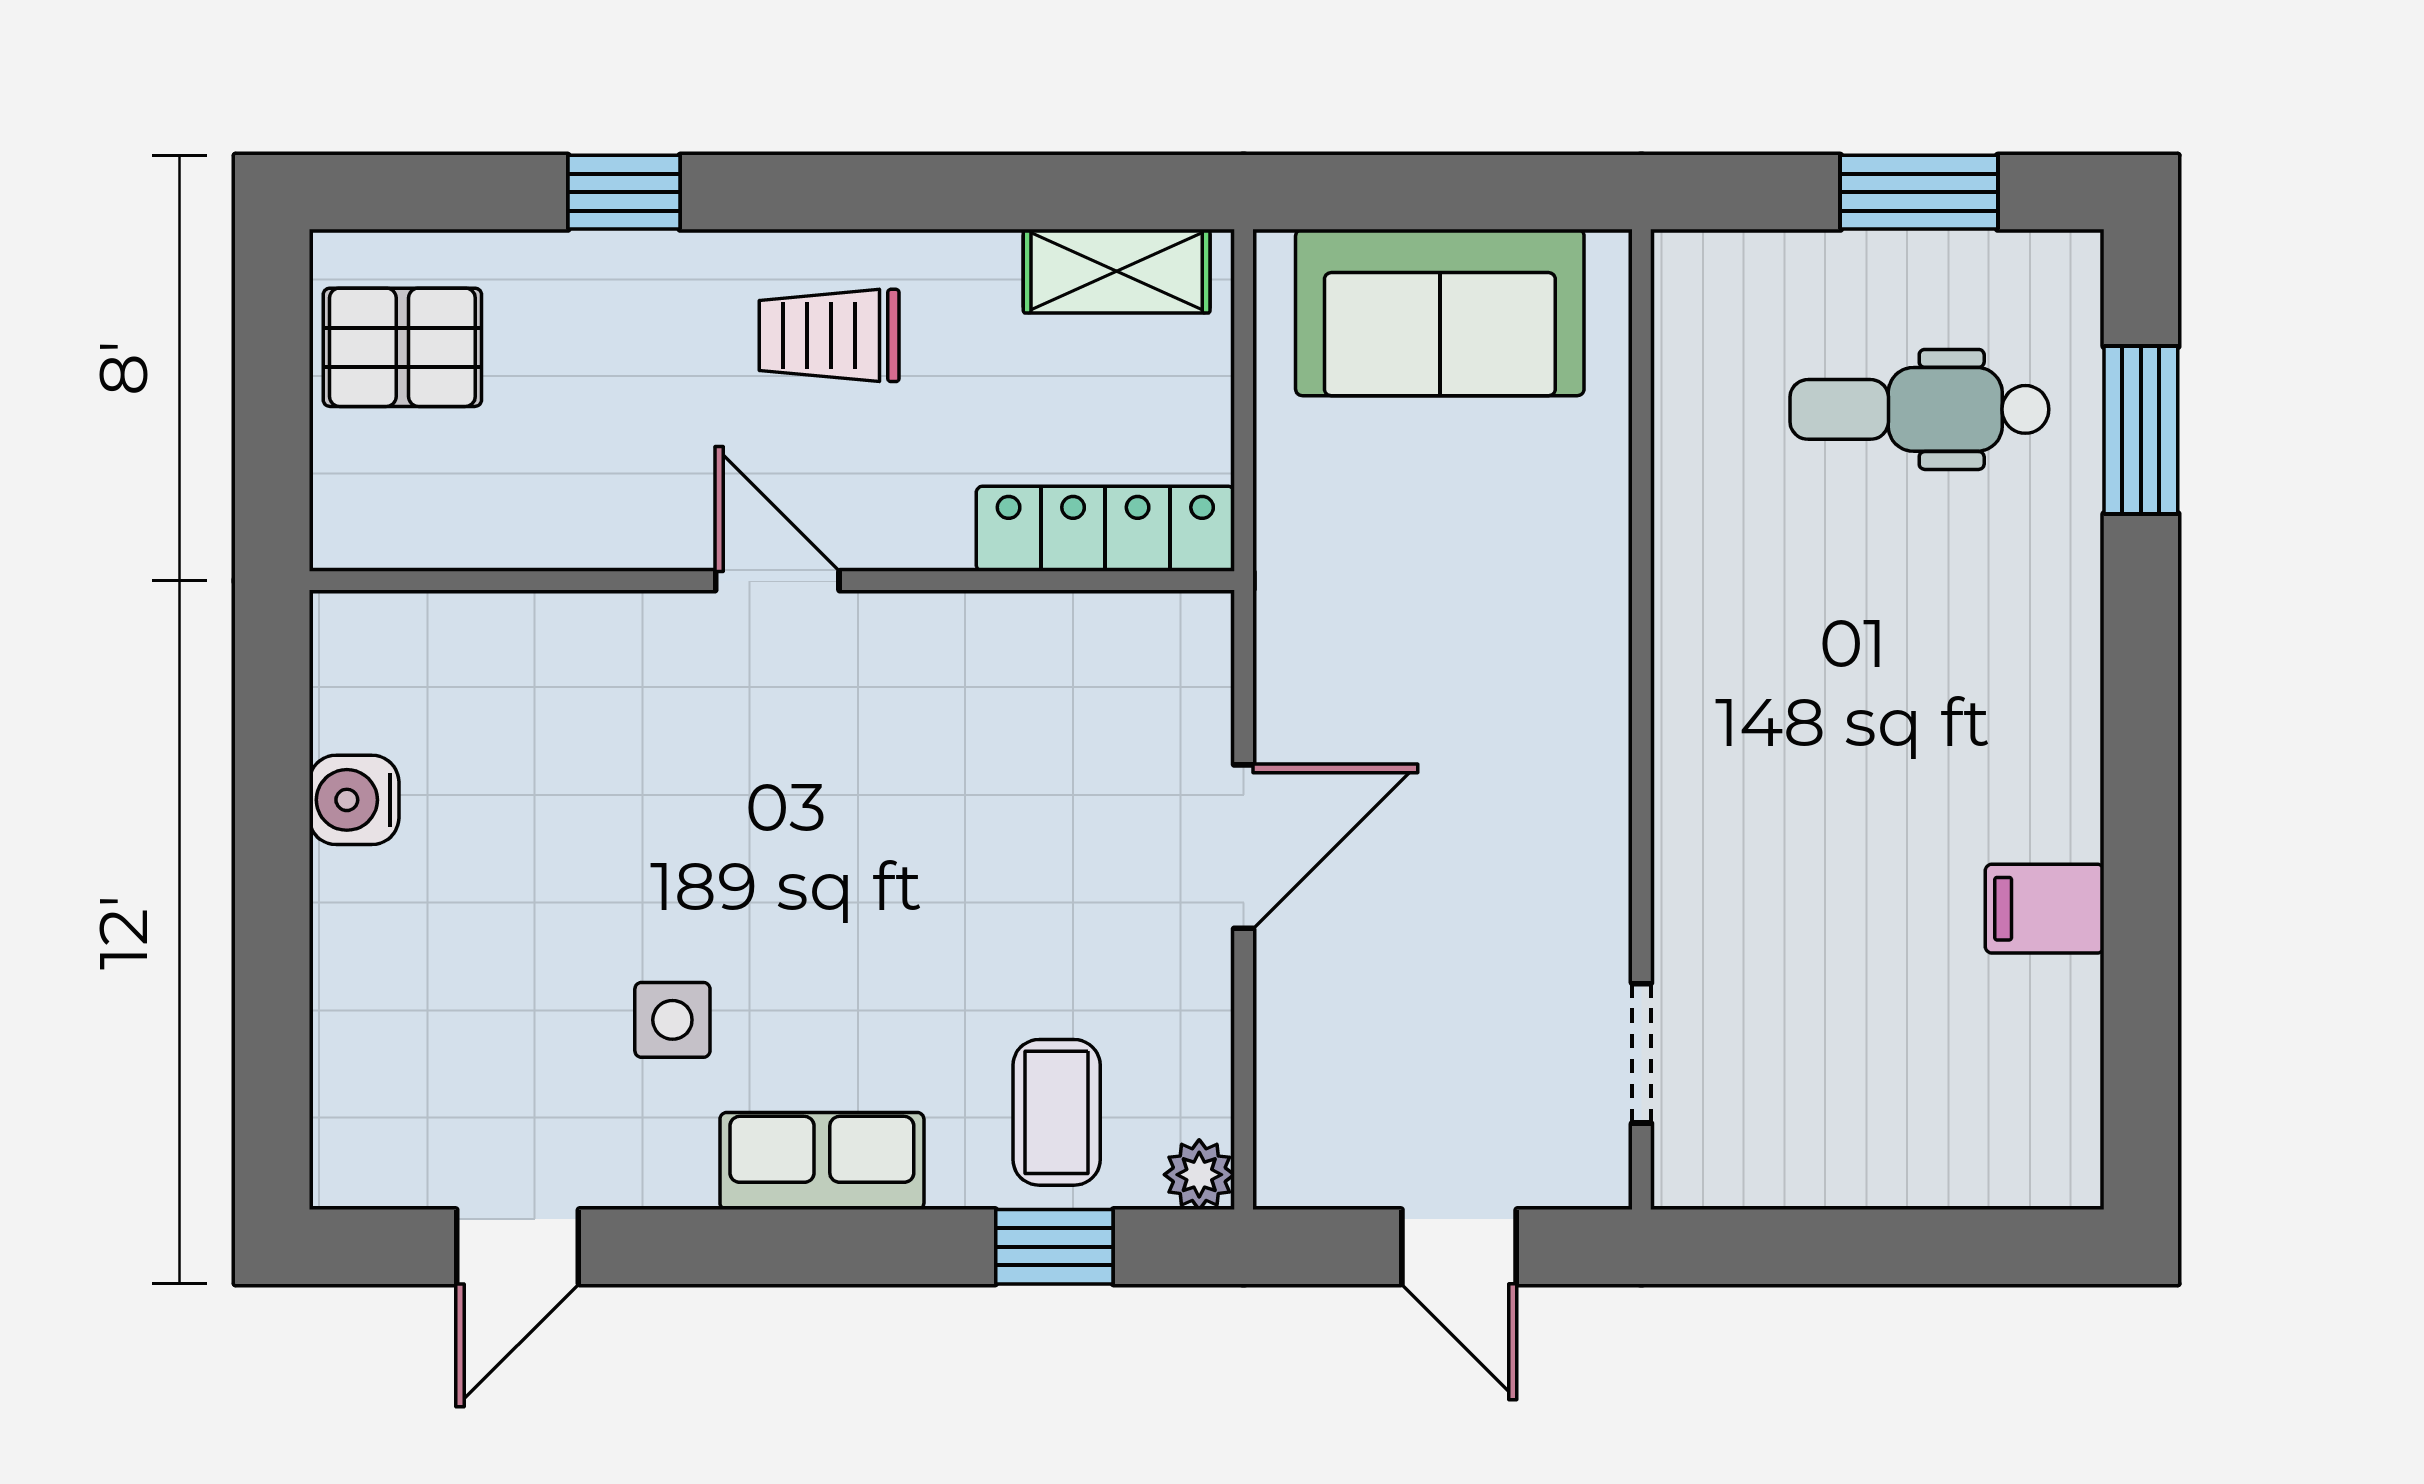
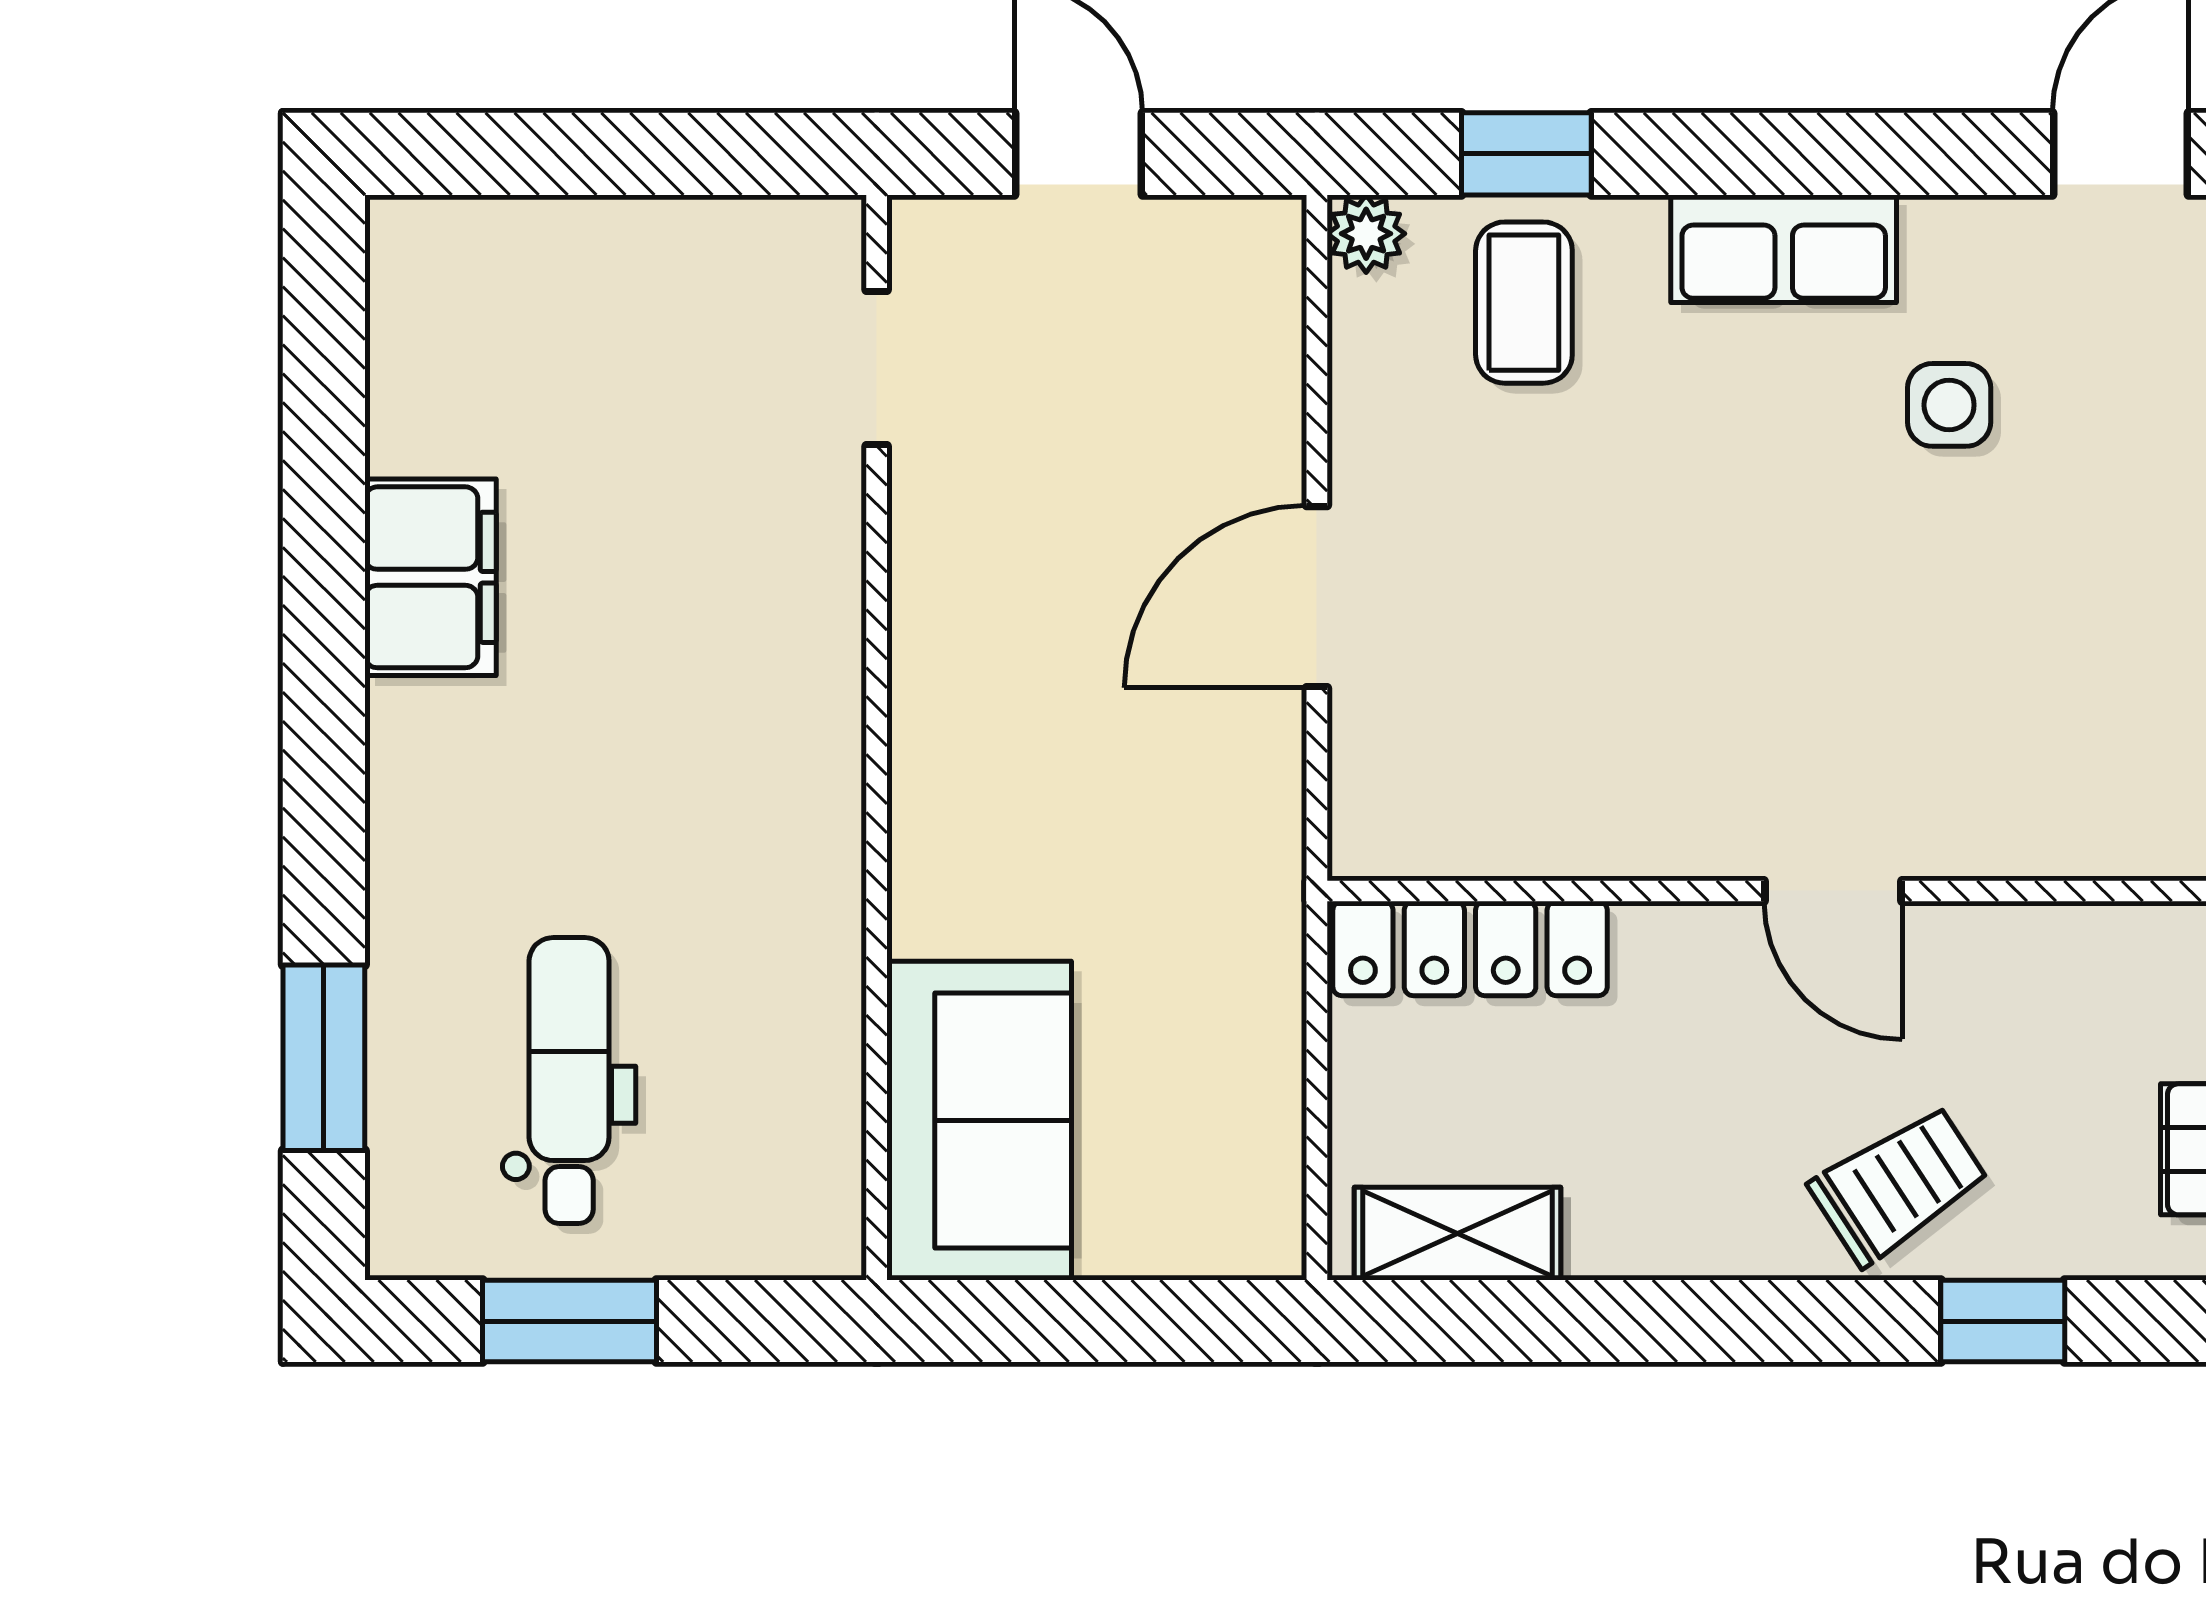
sofa: (1440, 312) -> (979, 1121), moved, turned 90
trolley: (829, 335) -> (1899, 1185), moved, turned -33
dental chair: (1919, 409) -> (569, 1081), turned -90
filing cabinet: (2045, 909) -> (430, 577), width x2.00

